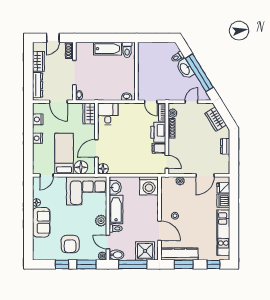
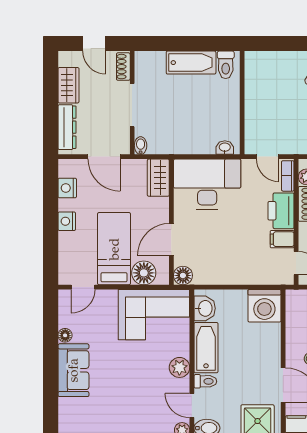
door: (53, 38) -> (94, 43), hinge flipped
desk: (108, 114) -> (207, 184), width x1.87, depth x1.30
armchair: (70, 244) -> (125, 409), removed

